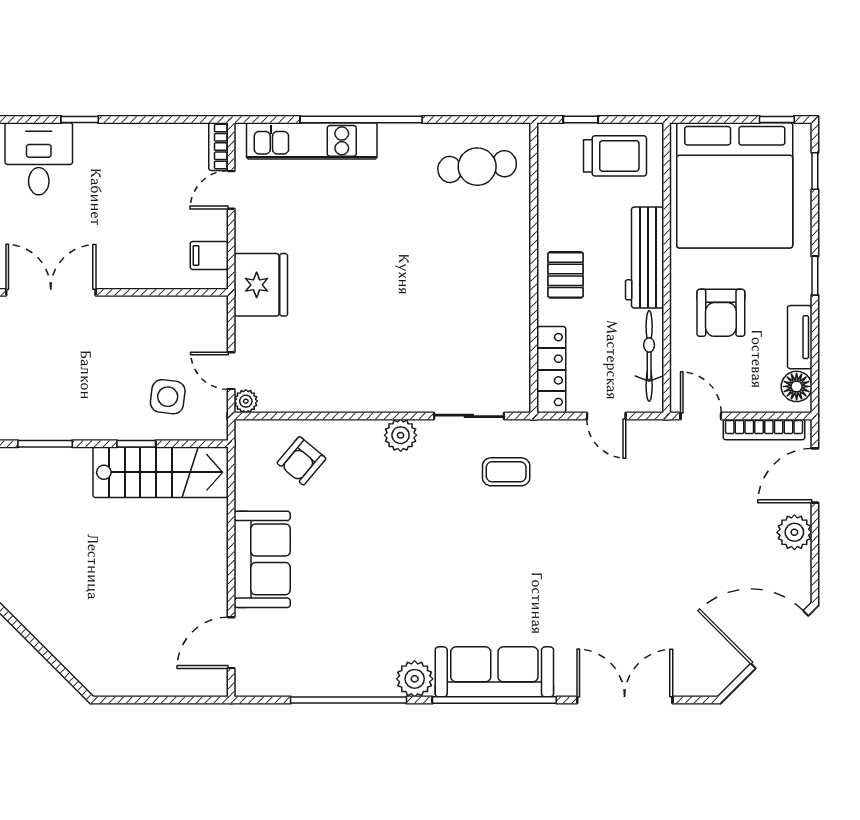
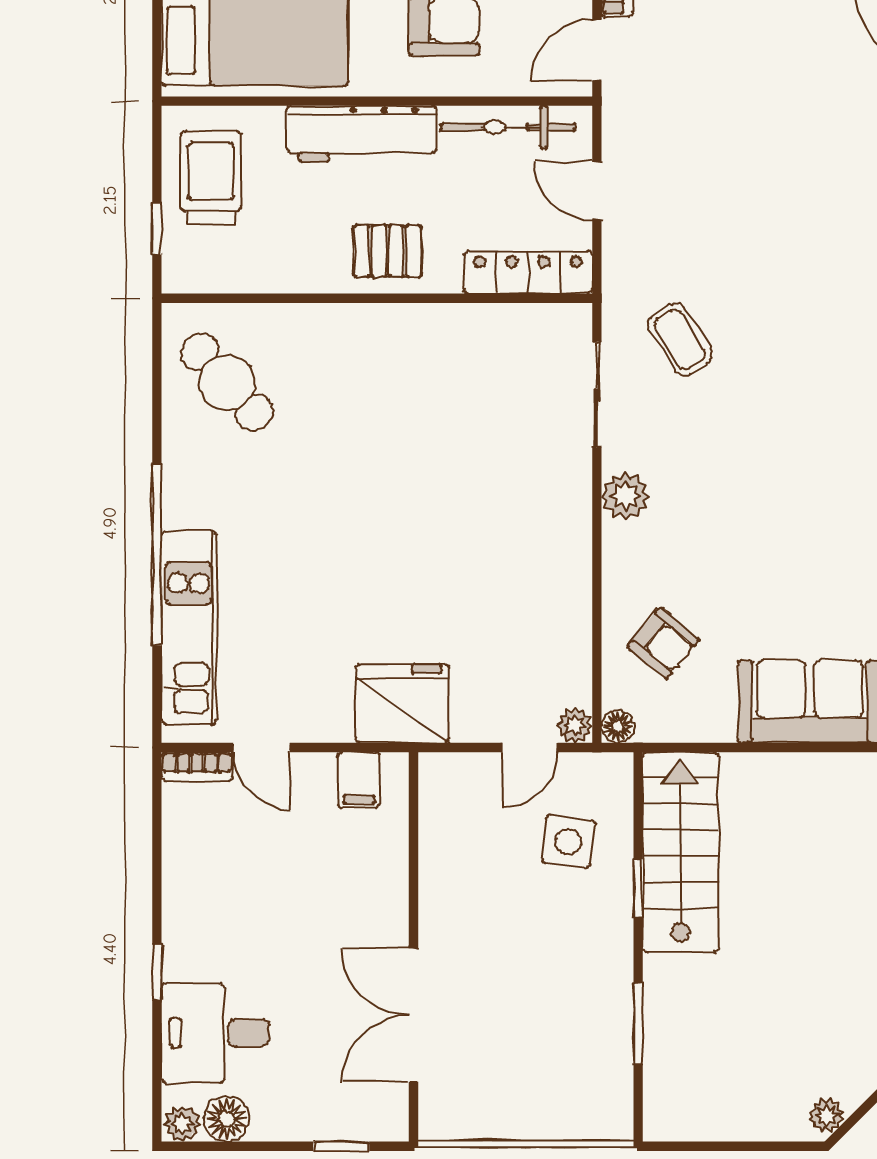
cafe table: (477, 167) -> (227, 382), turned -36
door: (606, 416) -> (597, 191), swing flipped
floor lamp: (245, 430) -> (618, 727), added
coffee table: (506, 472) -> (680, 339), turned -32

